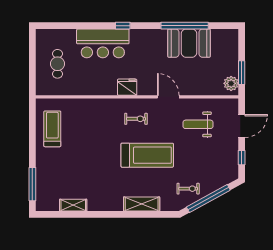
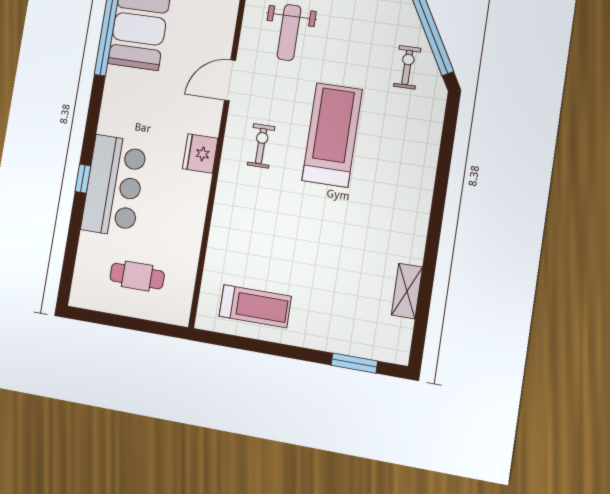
window: (123, 26) -> (83, 179), moved
treadmill: (52, 129) -> (255, 306), turned 180
window: (32, 184) -> (354, 363), width x0.69
shelving: (142, 204) -> (424, 160), removed

